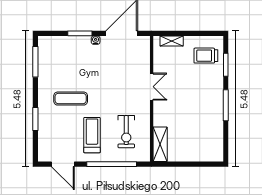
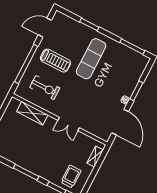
exercise mat: (71, 99) -> (91, 59), width x1.36, depth x1.45
exercise bike: (126, 132) -> (45, 88), turned 180
shelving: (160, 144) -> (32, 113), moved

